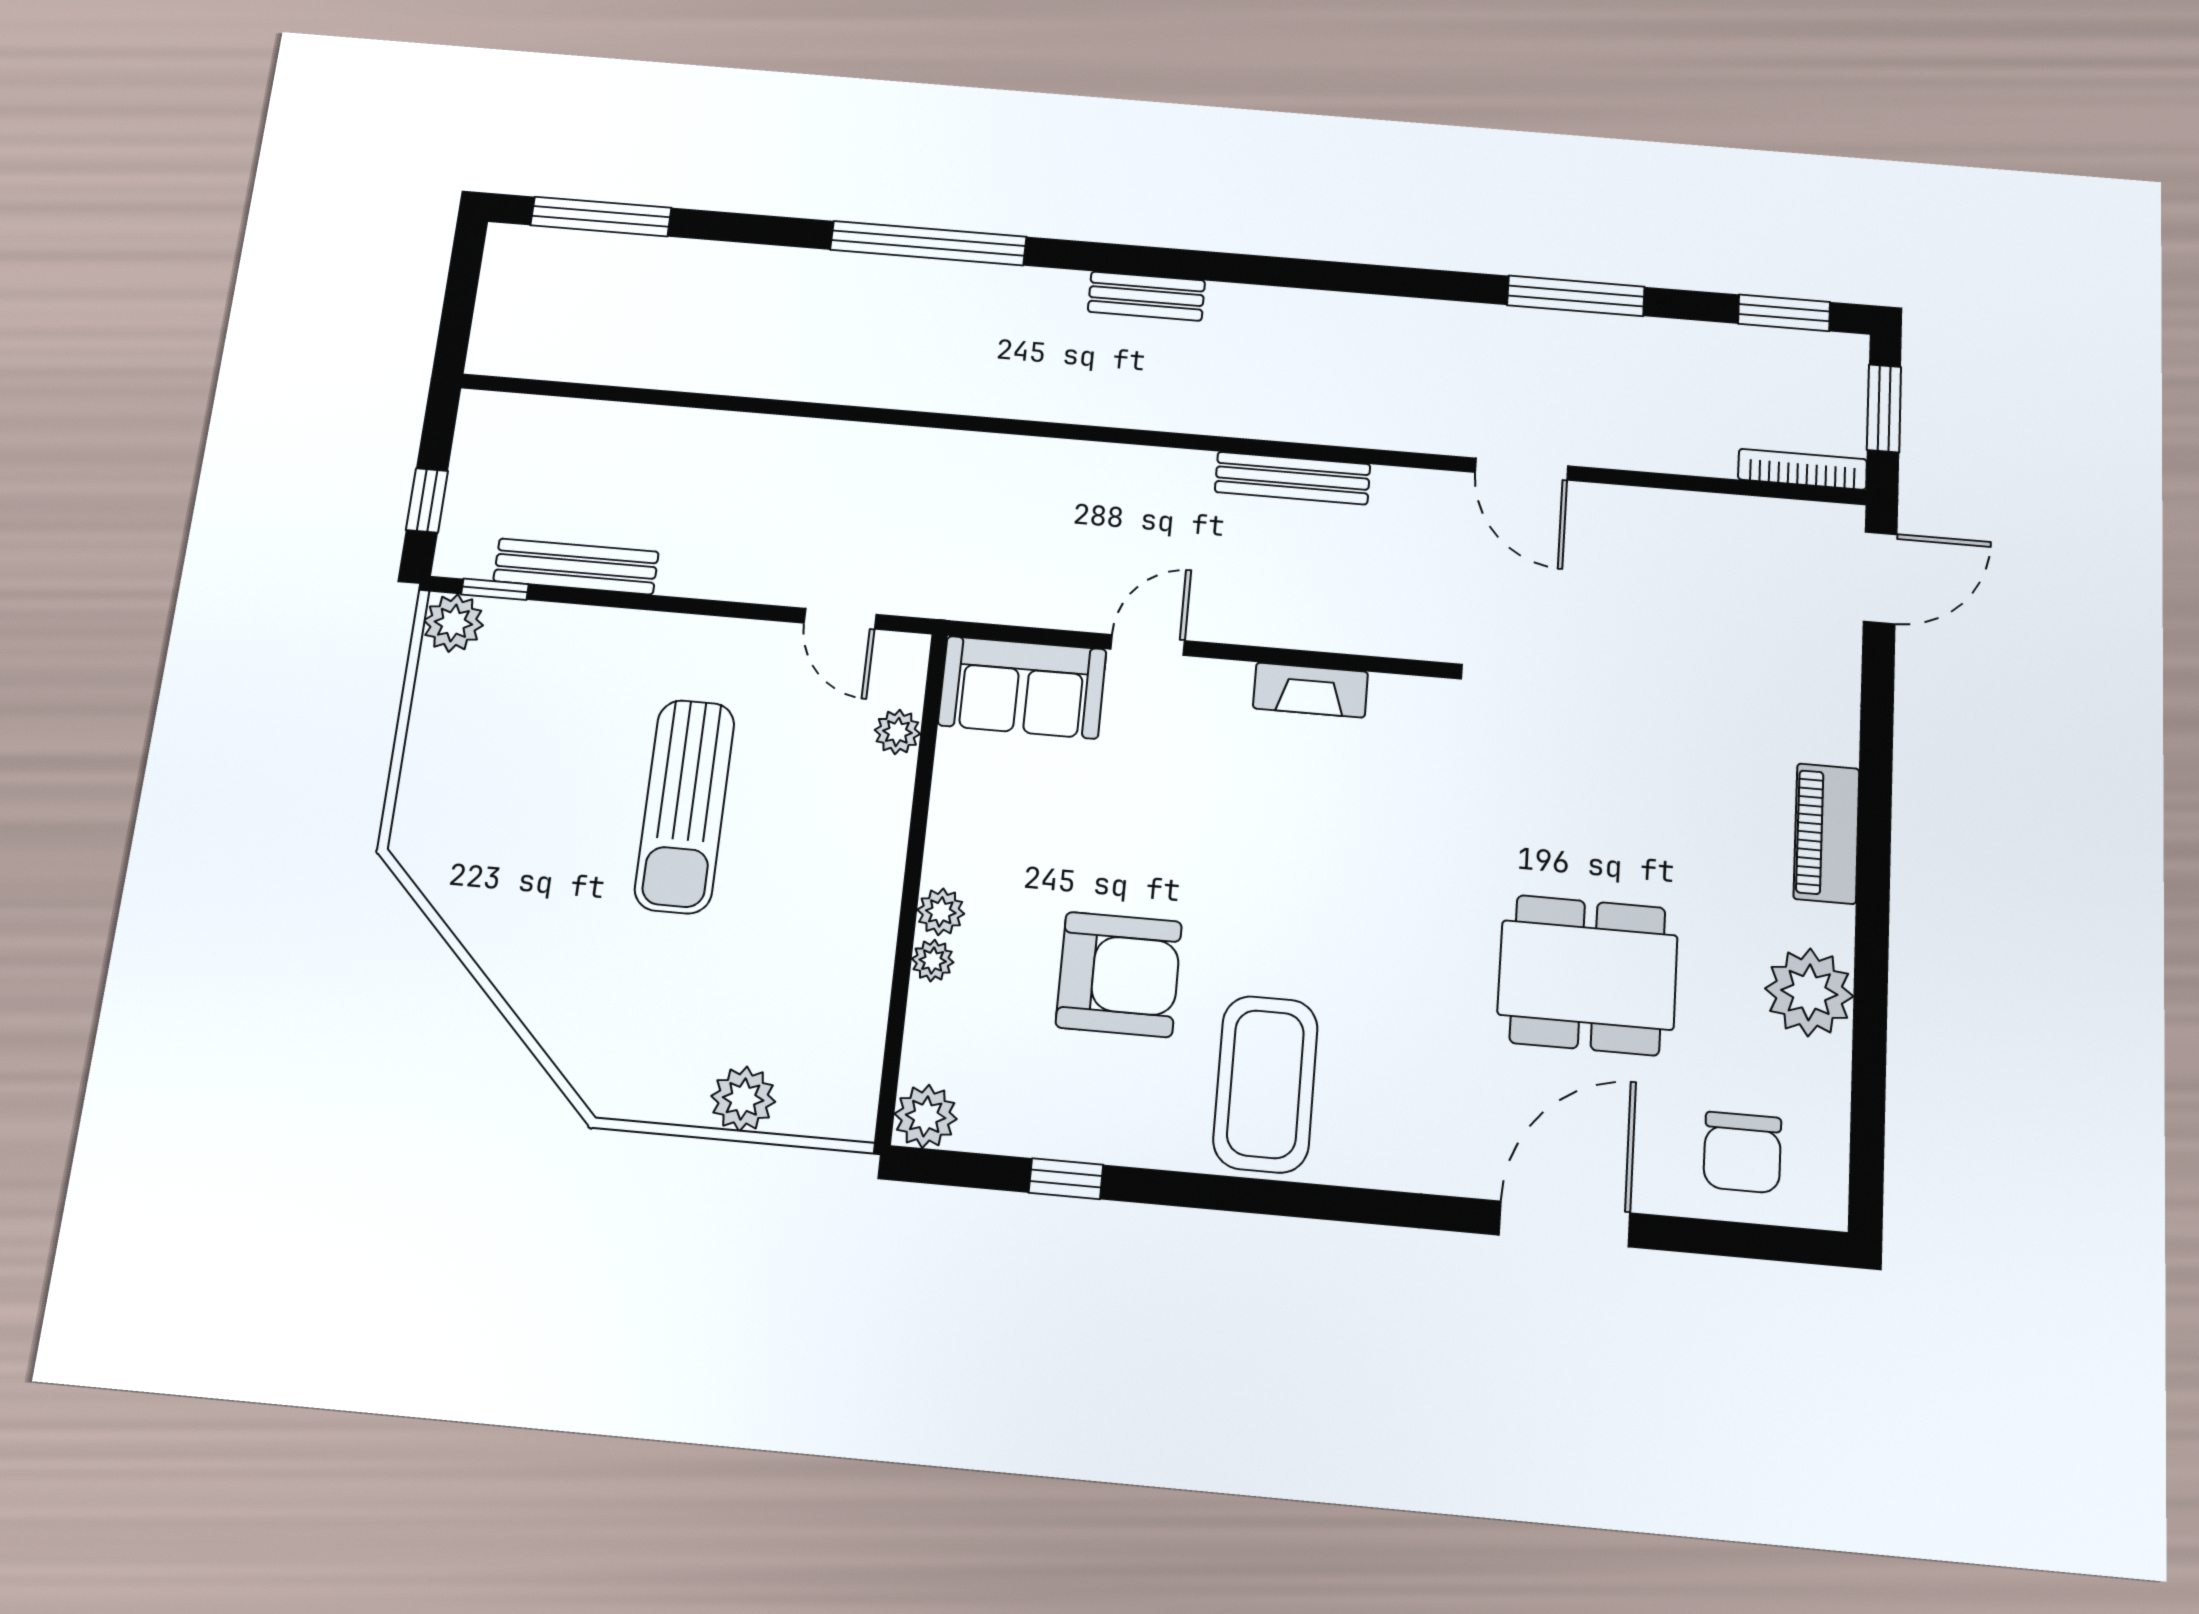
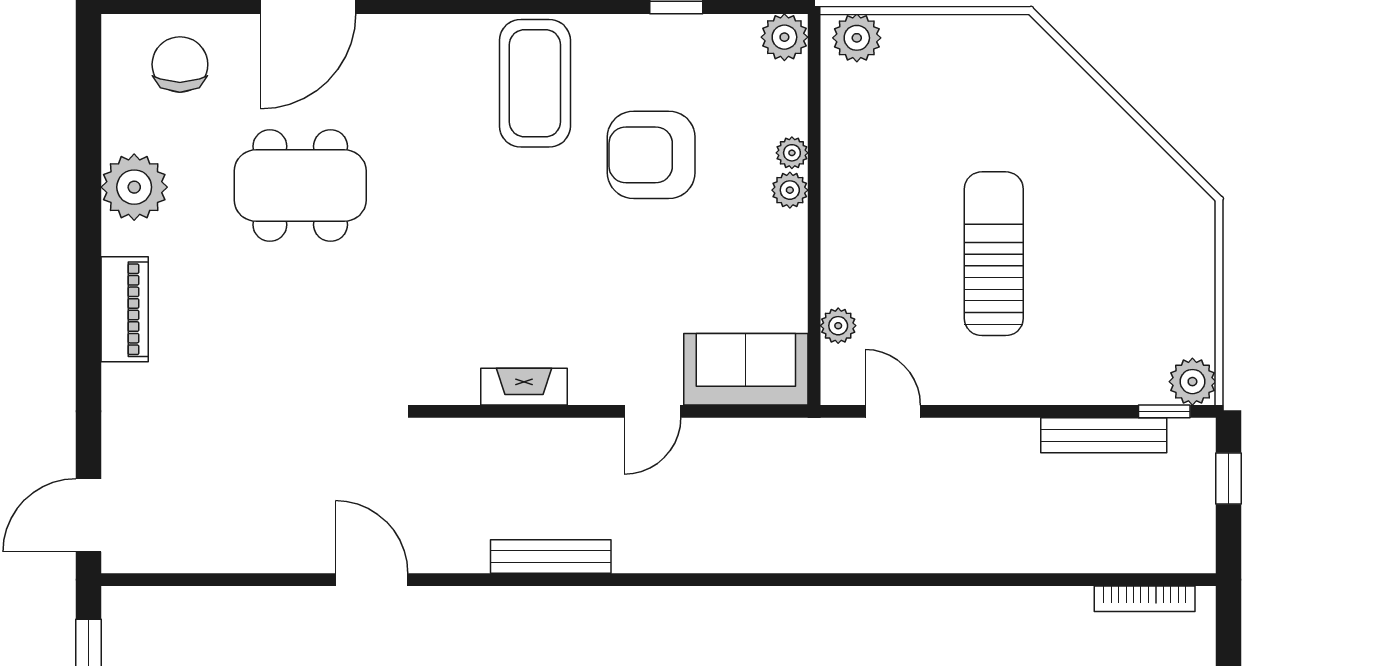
bookcase: (1802, 469) -> (1145, 599), moved
plant: (743, 1099) -> (857, 38), moved

